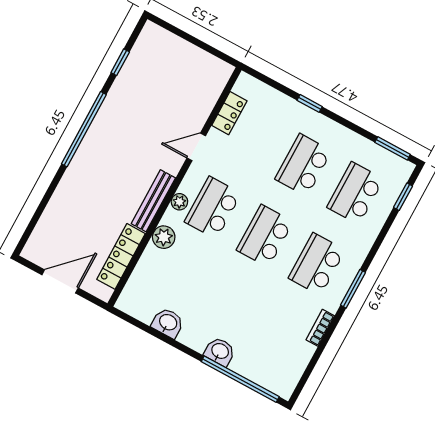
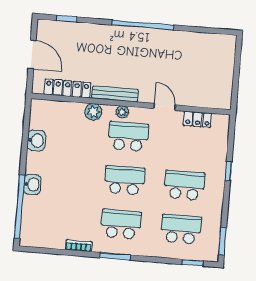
window: (120, 62) -> (67, 19), moved

